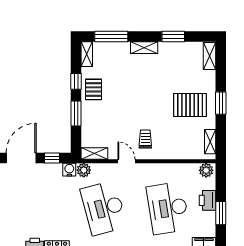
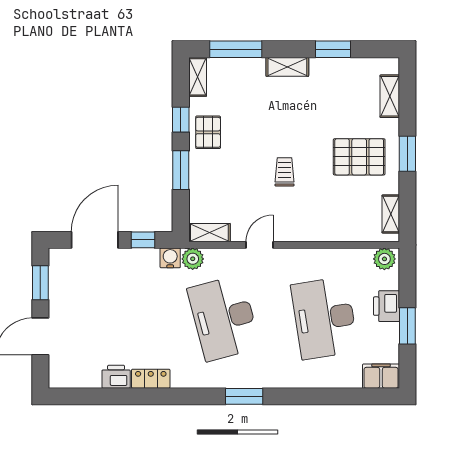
shelving: (210, 56) -> (390, 96), moved
trolley: (145, 139) -> (285, 172), moved
door: (126, 161) -> (260, 245), hinge flipped

